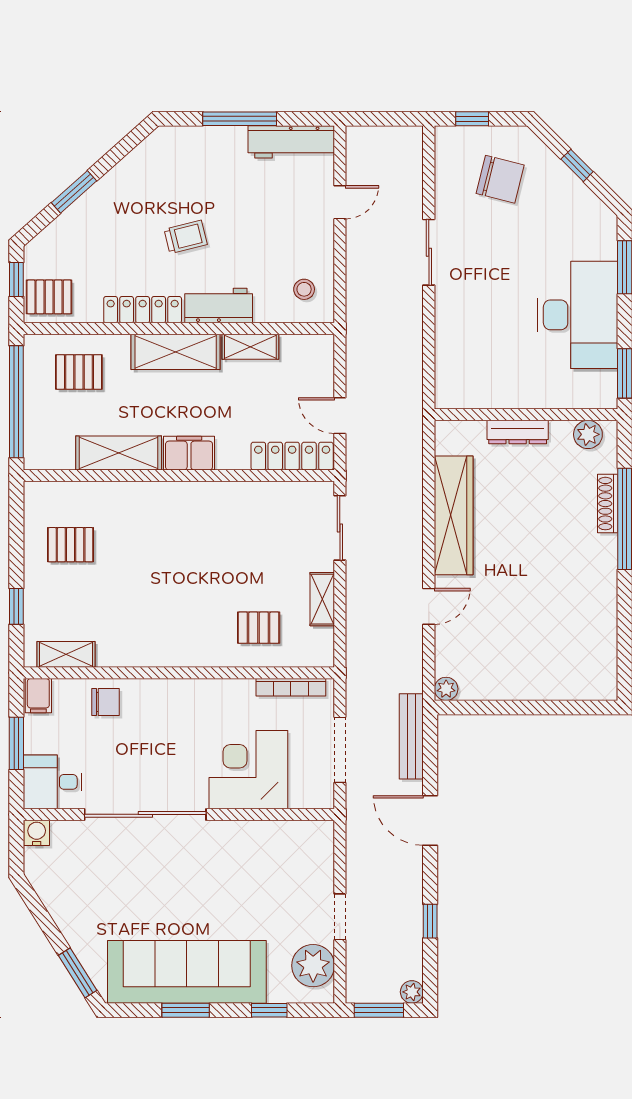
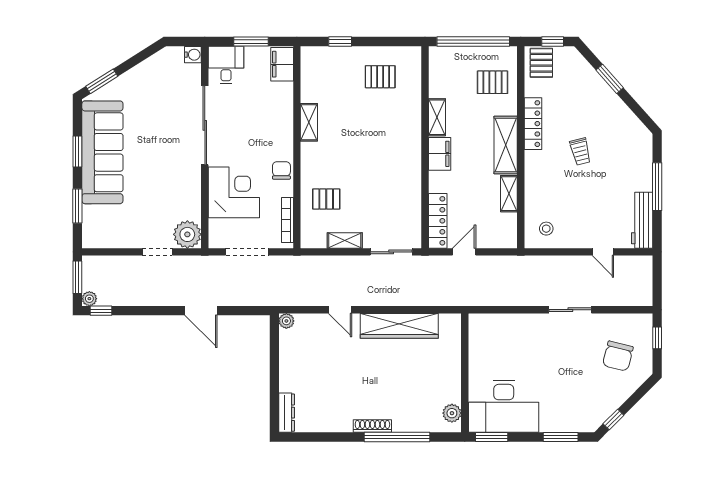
window: (577, 165) -> (613, 419), moved
workbench: (219, 305) -> (536, 173), removed
desk: (577, 315) -> (504, 406), moved
pallet: (79, 372) -> (492, 82), turned 90
dresser: (518, 432) -> (287, 413), moved, turned 180
shelving: (119, 453) -> (437, 117), width x0.67, depth x0.75
shoe rack: (608, 504) -> (372, 426), moved
pallet: (71, 545) -> (380, 77), turned 90
pallet: (259, 628) -> (326, 199), turned 90
shelving: (66, 654) -> (309, 122), moved
filing cabinet: (38, 696) -> (282, 64), width x2.00
chair: (106, 702) -> (281, 170), moved, turned 180
bench: (411, 736) -> (256, 298), removed
door: (430, 821) -> (201, 311), swing flipped
doorway: (340, 917) -> (157, 252), moved
window: (430, 921) -> (101, 311), moved
plant: (313, 966) -> (187, 234), moved
window: (269, 1010) -> (77, 206), width x1.50

